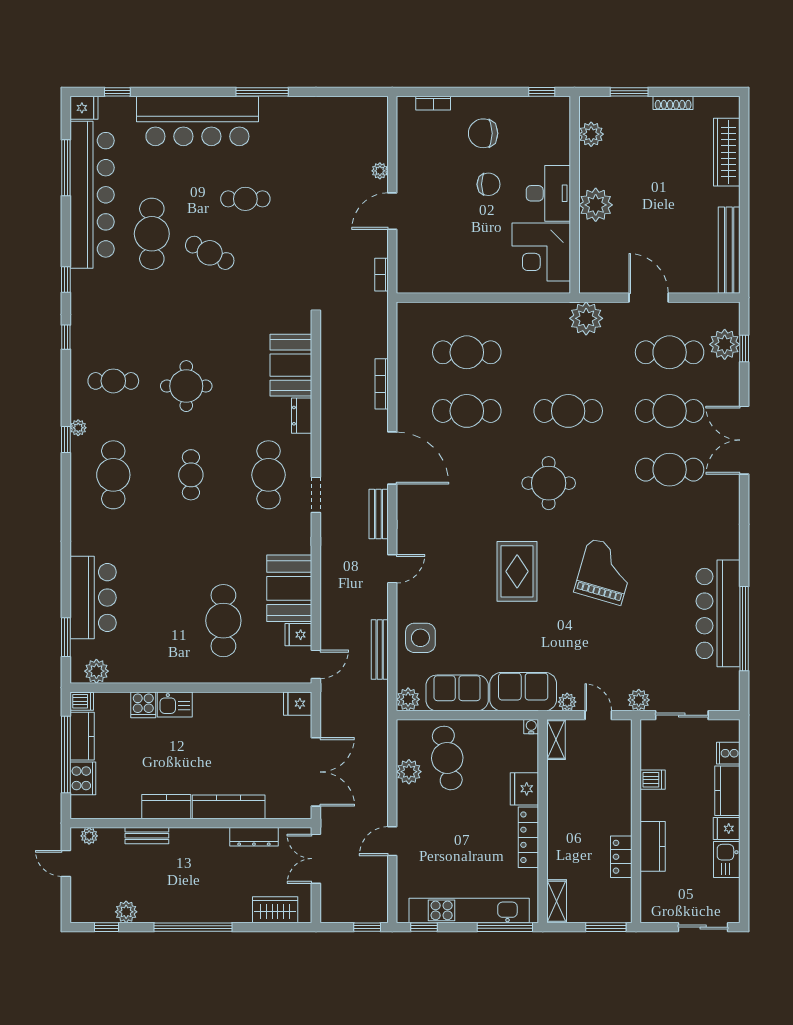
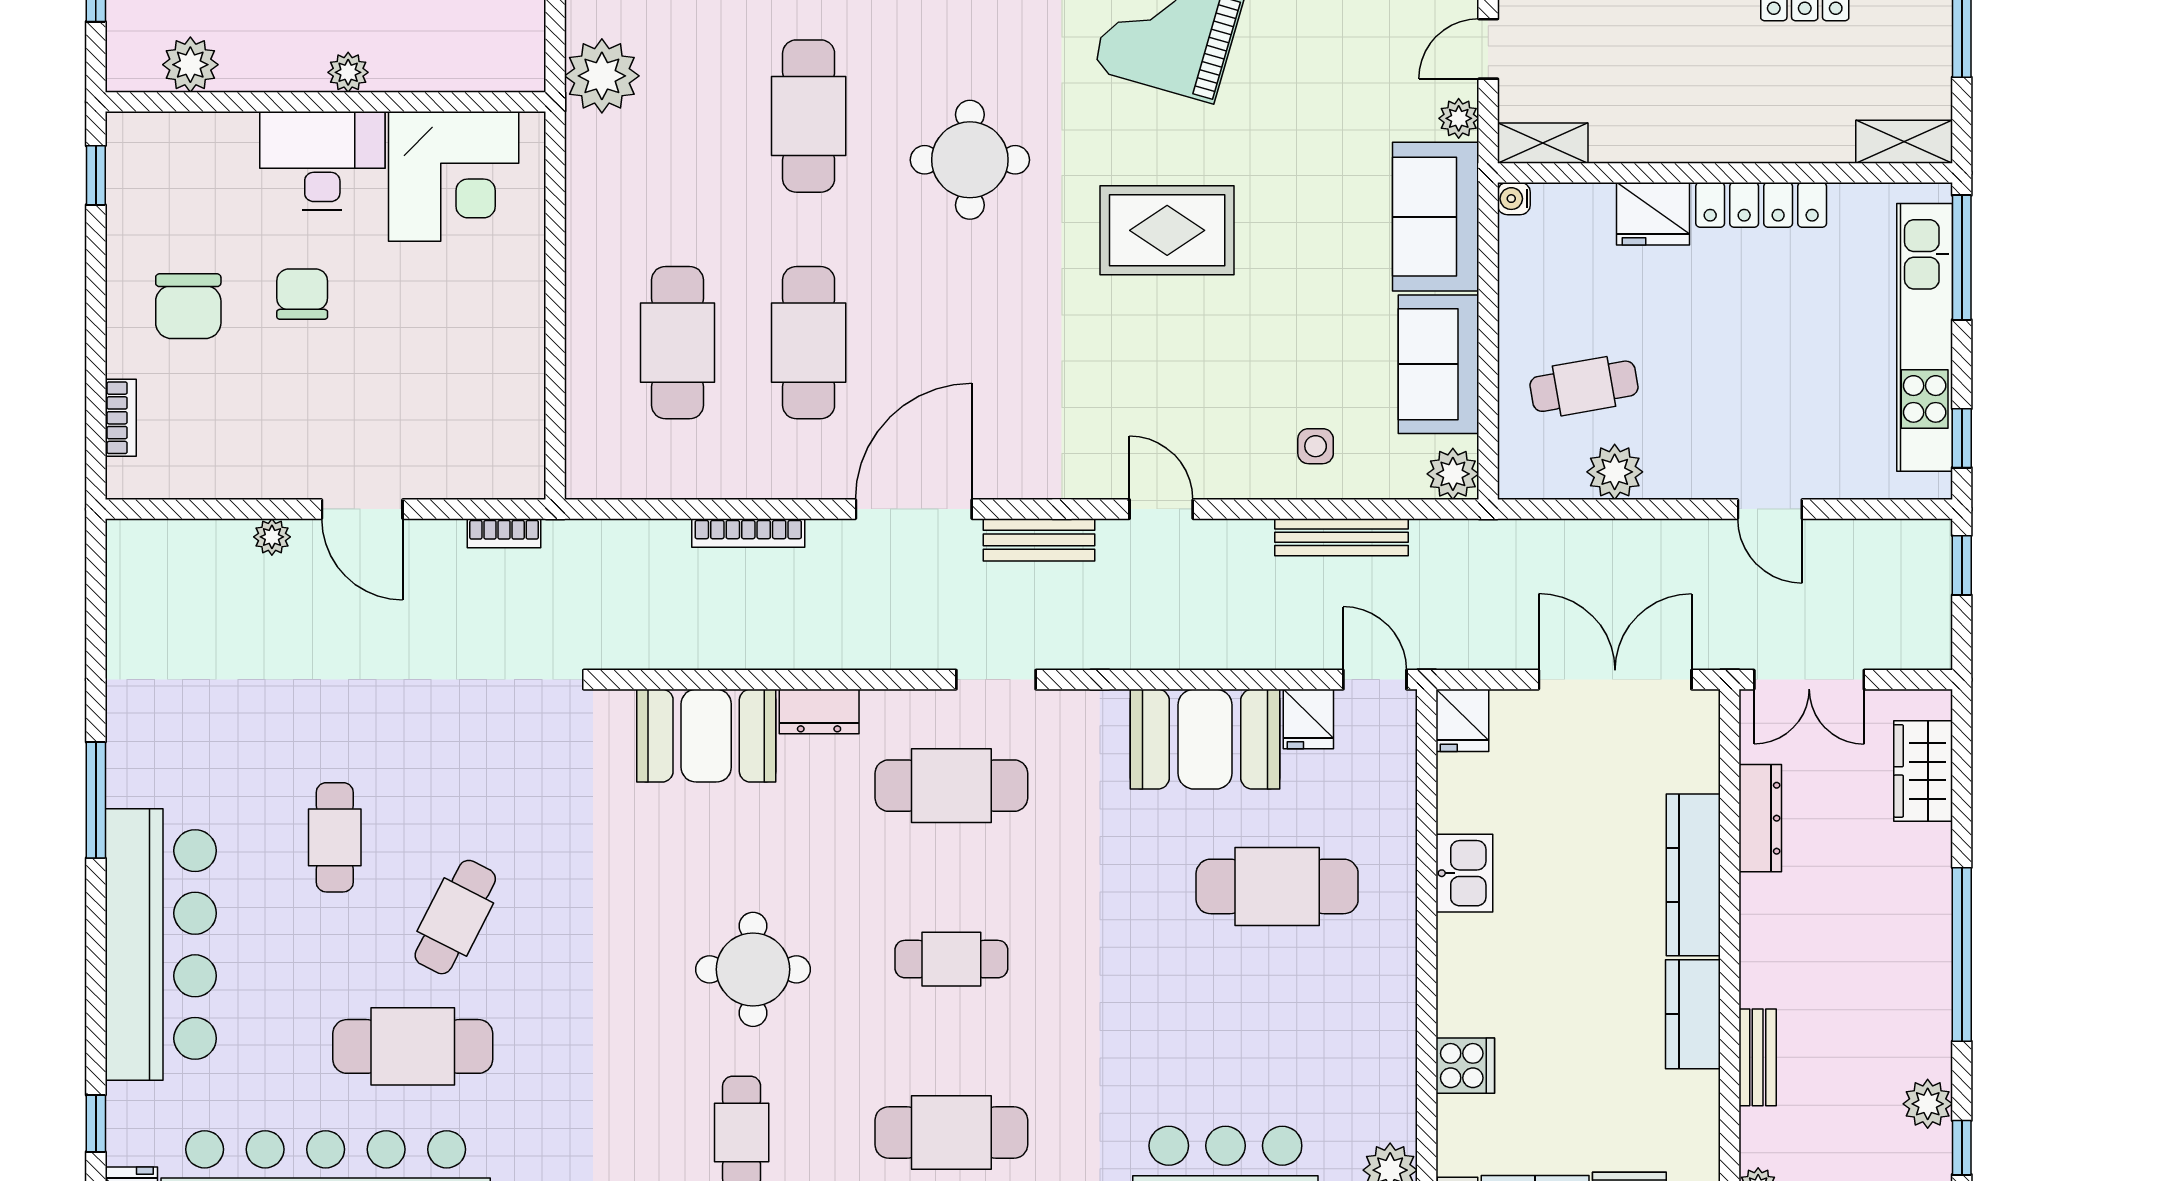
plant: (596, 205) -> (348, 72), width x0.53, depth x0.53
side table: (420, 638) -> (1316, 446), width x0.54, depth x0.54
kitchen sink: (175, 704) -> (1464, 873), moved
cafe table: (447, 758) -> (1584, 386), width x0.73, depth x0.74

